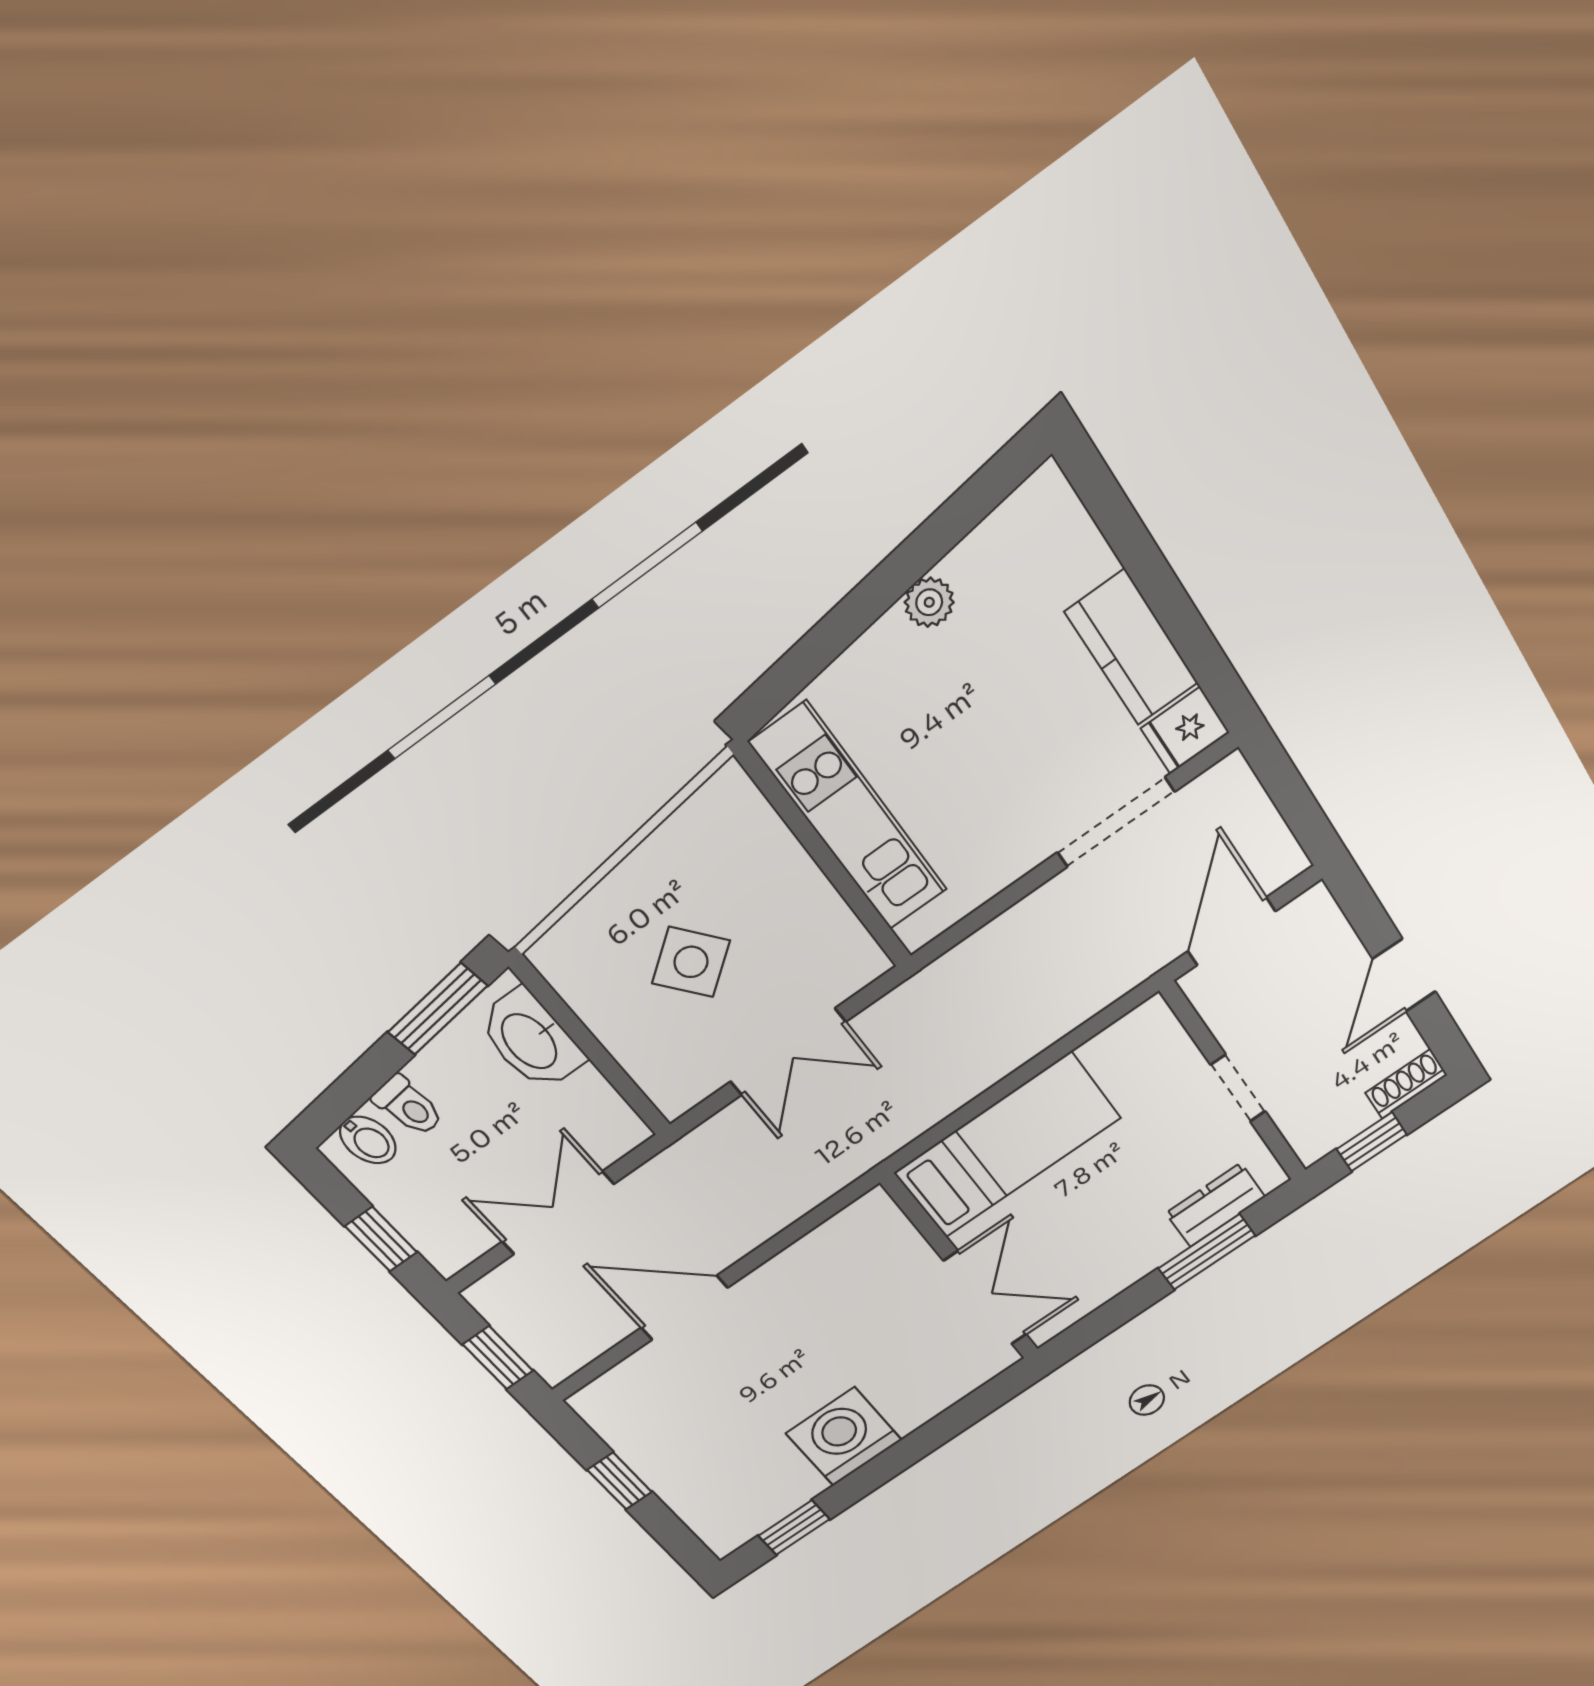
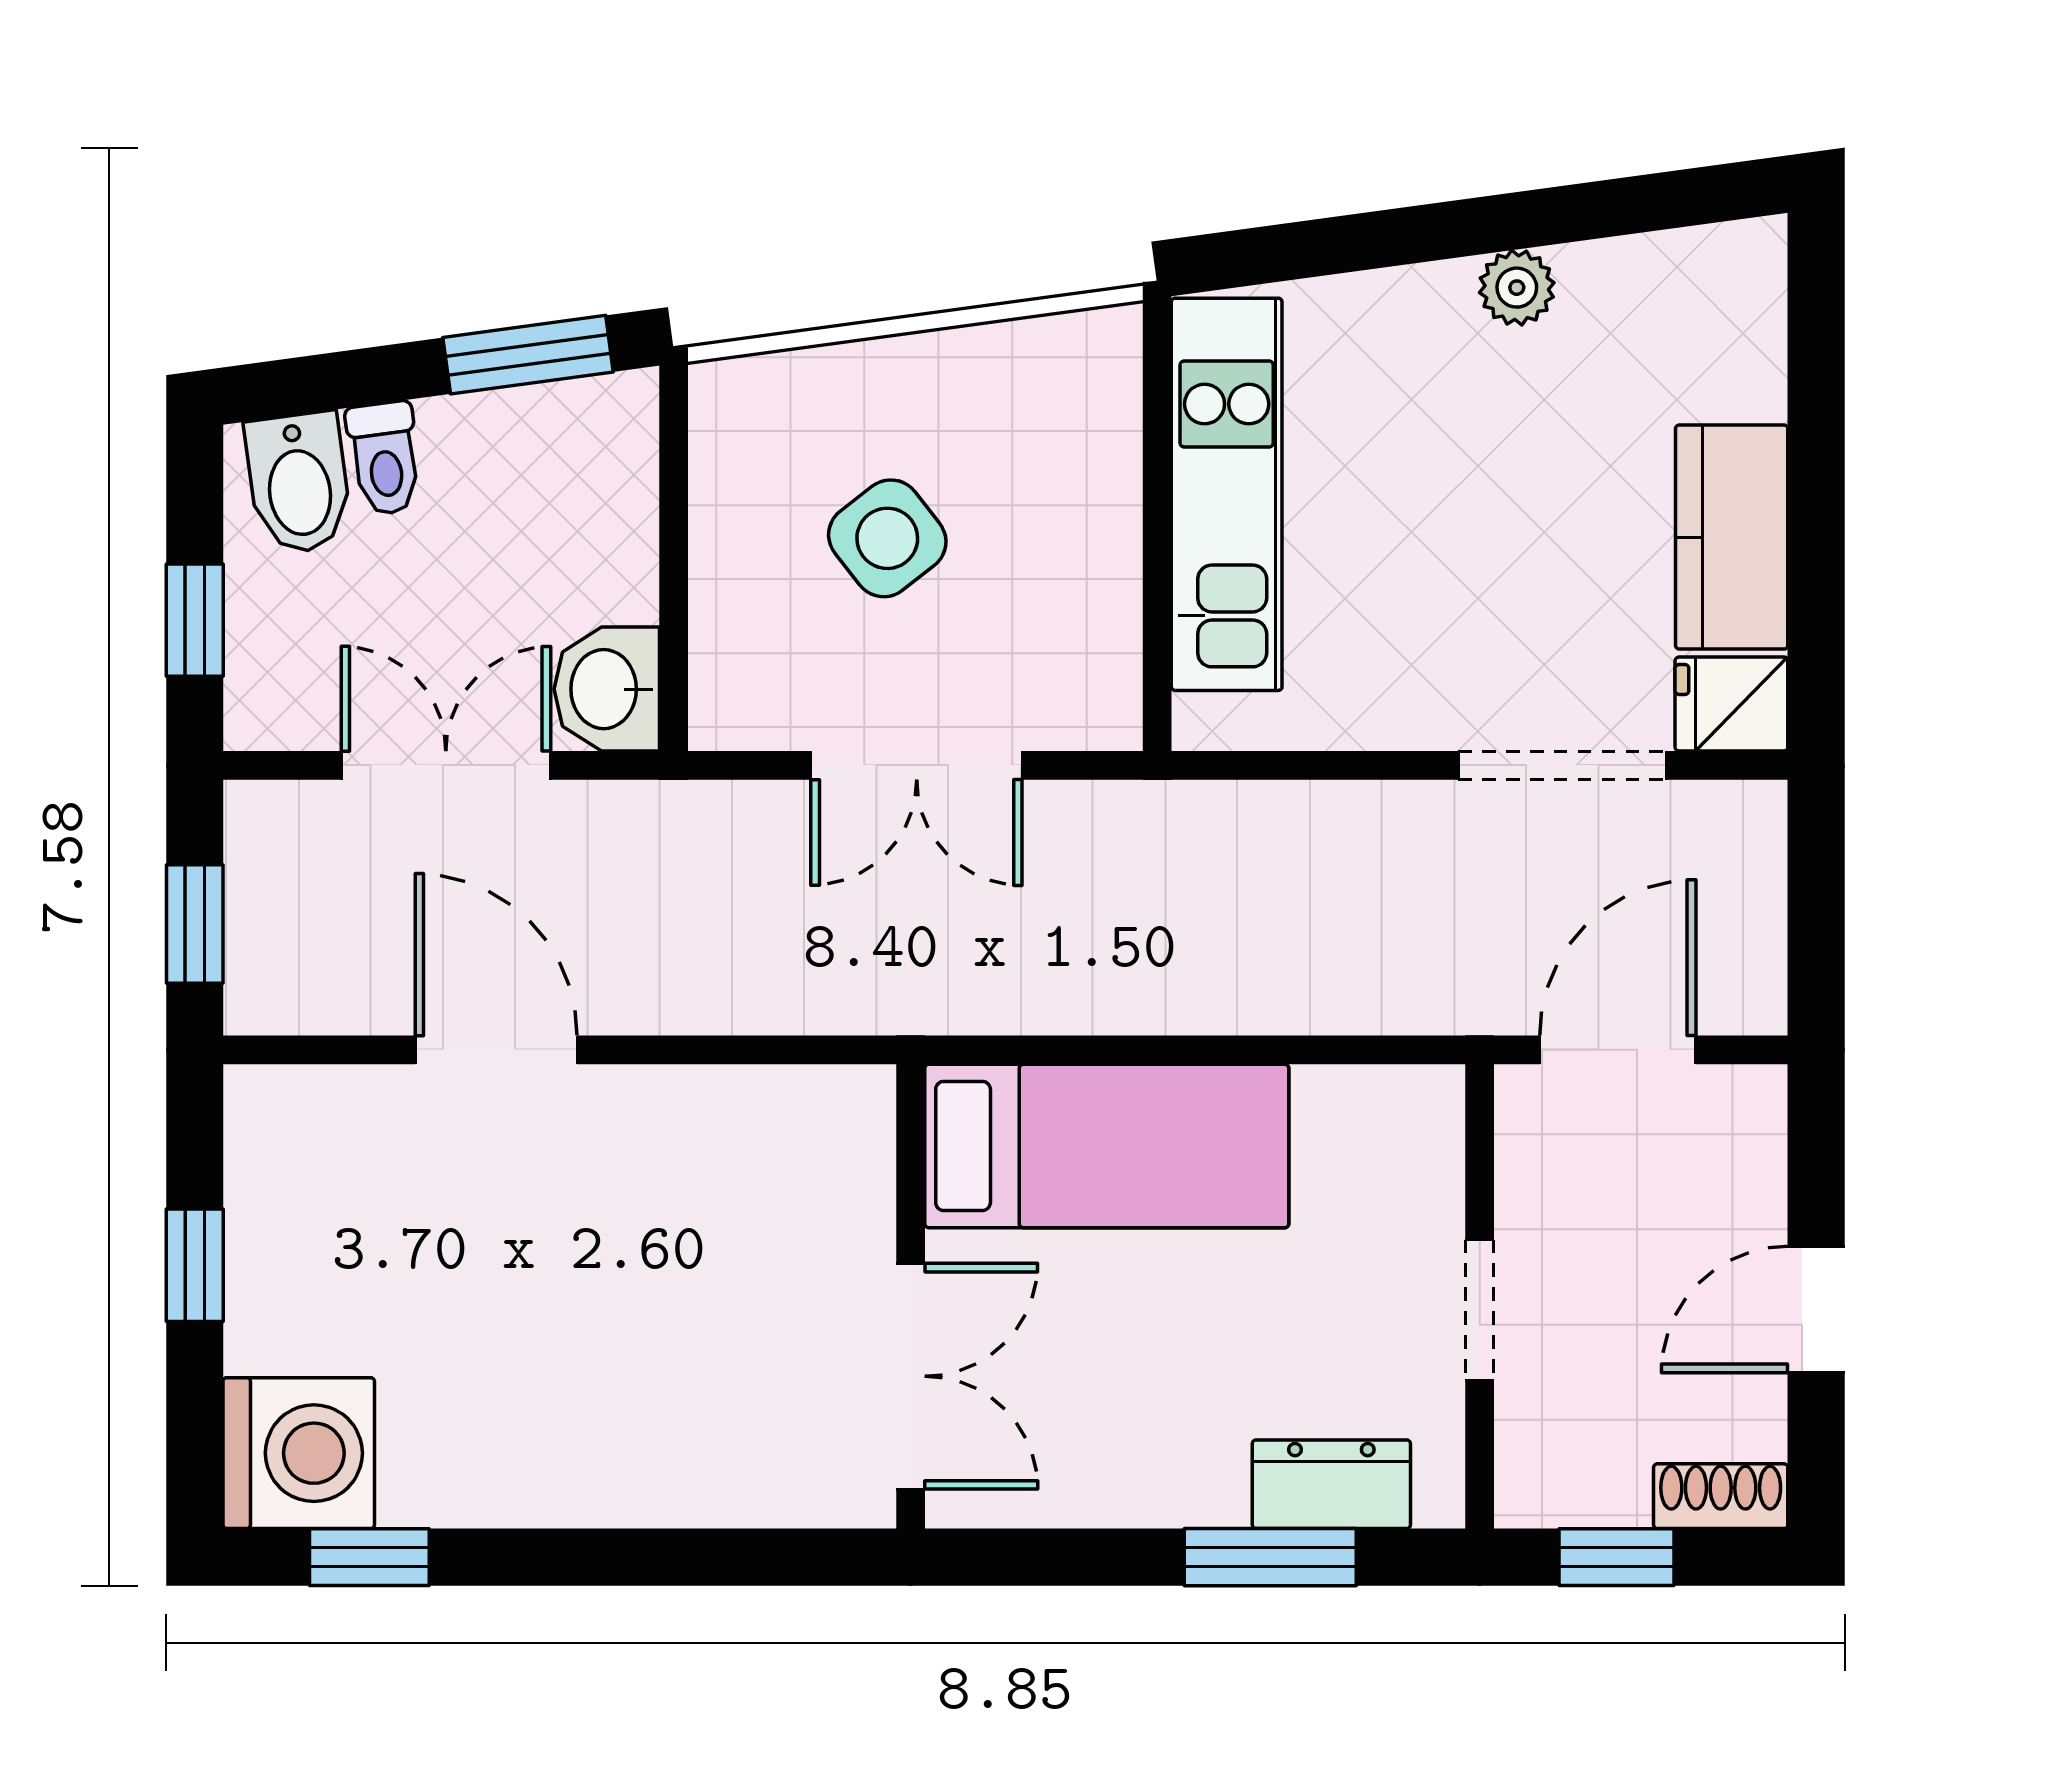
washbasin: (531, 1040) -> (607, 689), moved, width x0.72
bidet: (368, 1140) -> (299, 483), width x1.38, depth x1.36
washing machine: (844, 1437) -> (299, 1453), moved, turned 90

